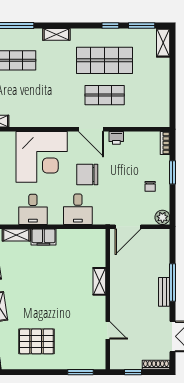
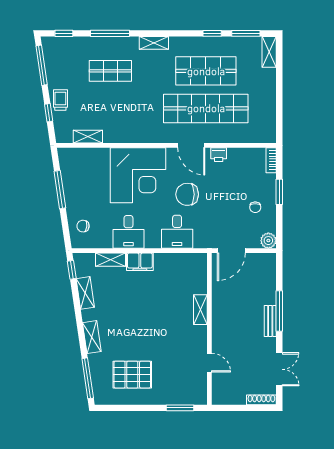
shop shelf: (105, 95) -> (206, 108), width x2.00, depth x1.36
window: (133, 372) -> (237, 408), removed

